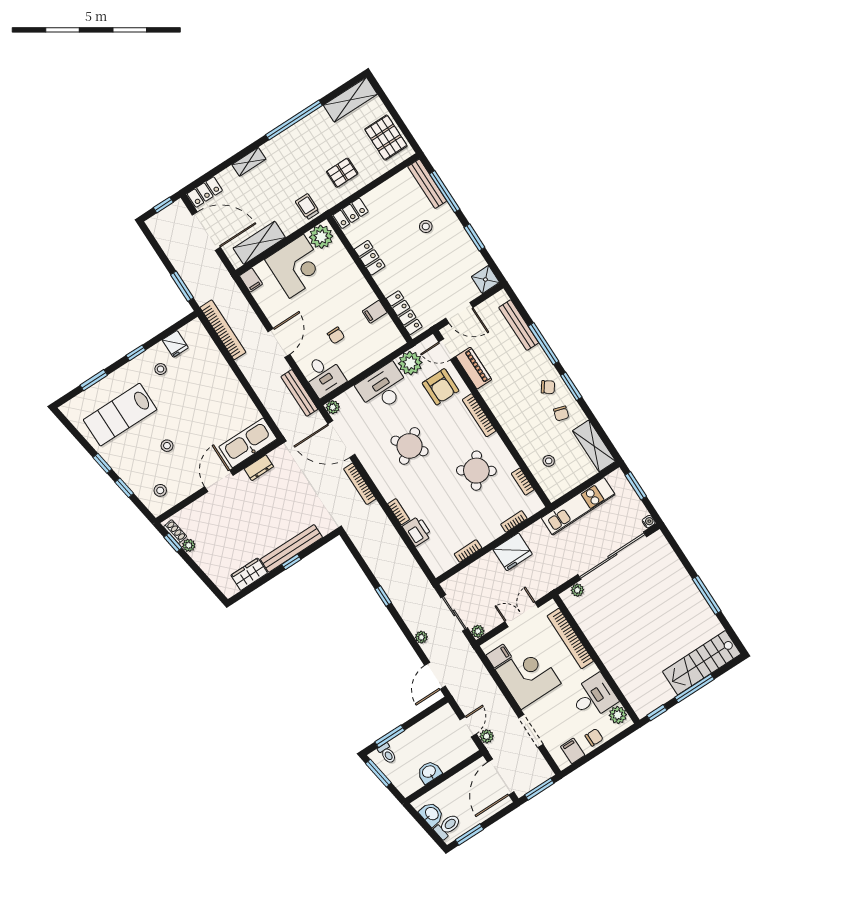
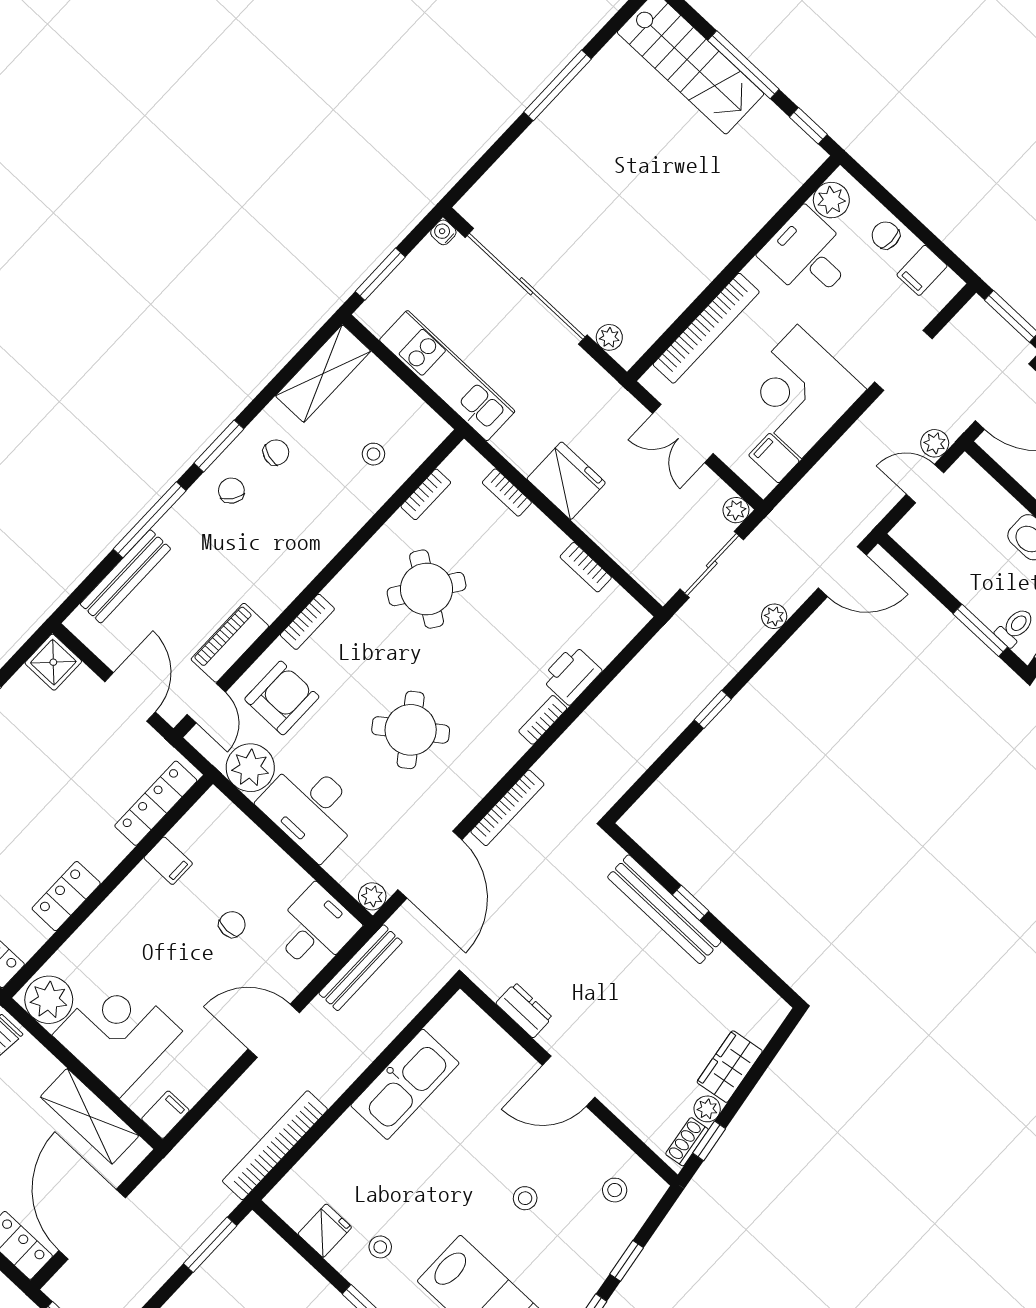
bookcase: (479, 415) -> (307, 622), width x0.64
kitchen sink: (248, 443) -> (405, 1084), moved, turned -90
wardrobe: (249, 574) -> (730, 1067), moved, turned 81

